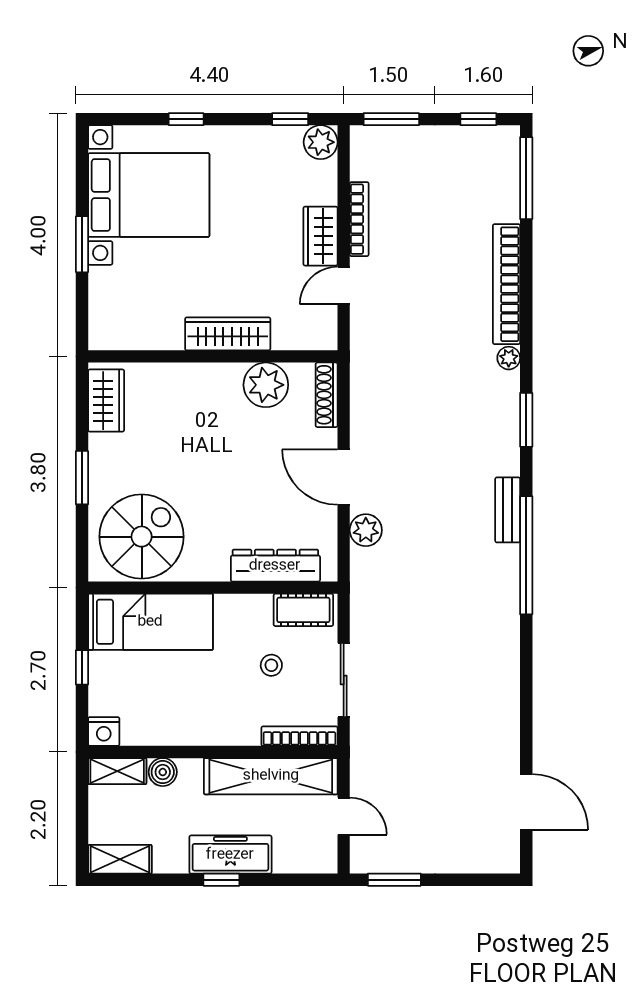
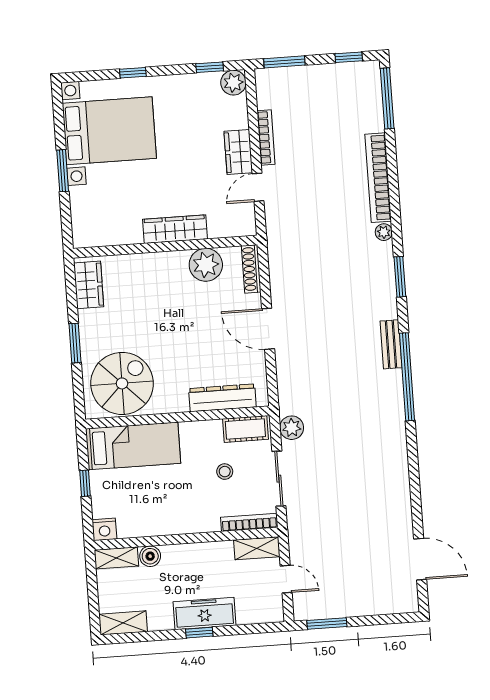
plant: (366, 530) -> (292, 428), moved
shelving: (271, 776) -> (257, 548), width x0.45, depth x0.75

